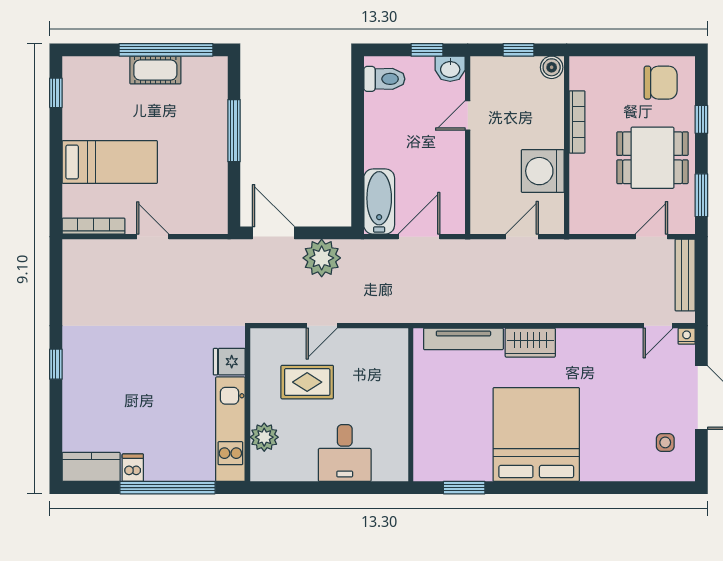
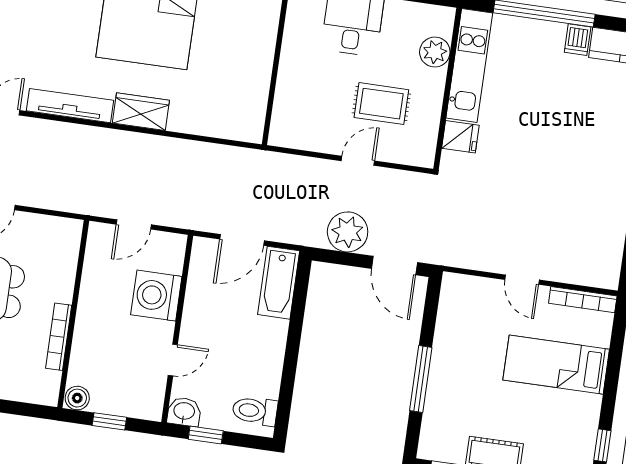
washing machine: (543, 171) -> (156, 296), moved, turned 180
tv unit: (463, 339) -> (70, 106), moved

